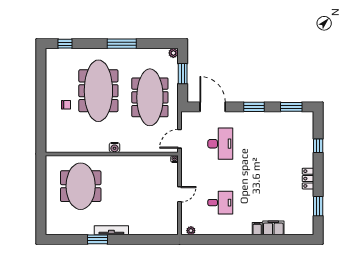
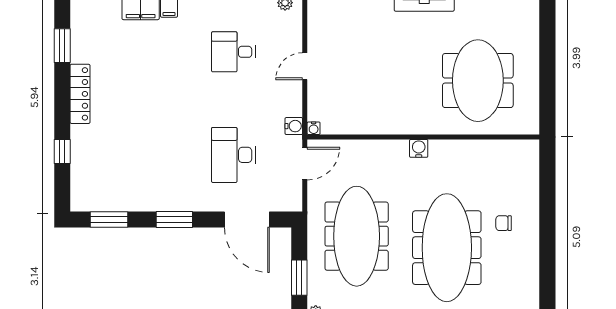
water cooler: (186, 160) -> (294, 126), added
locker: (308, 179) -> (80, 94), width x1.53

